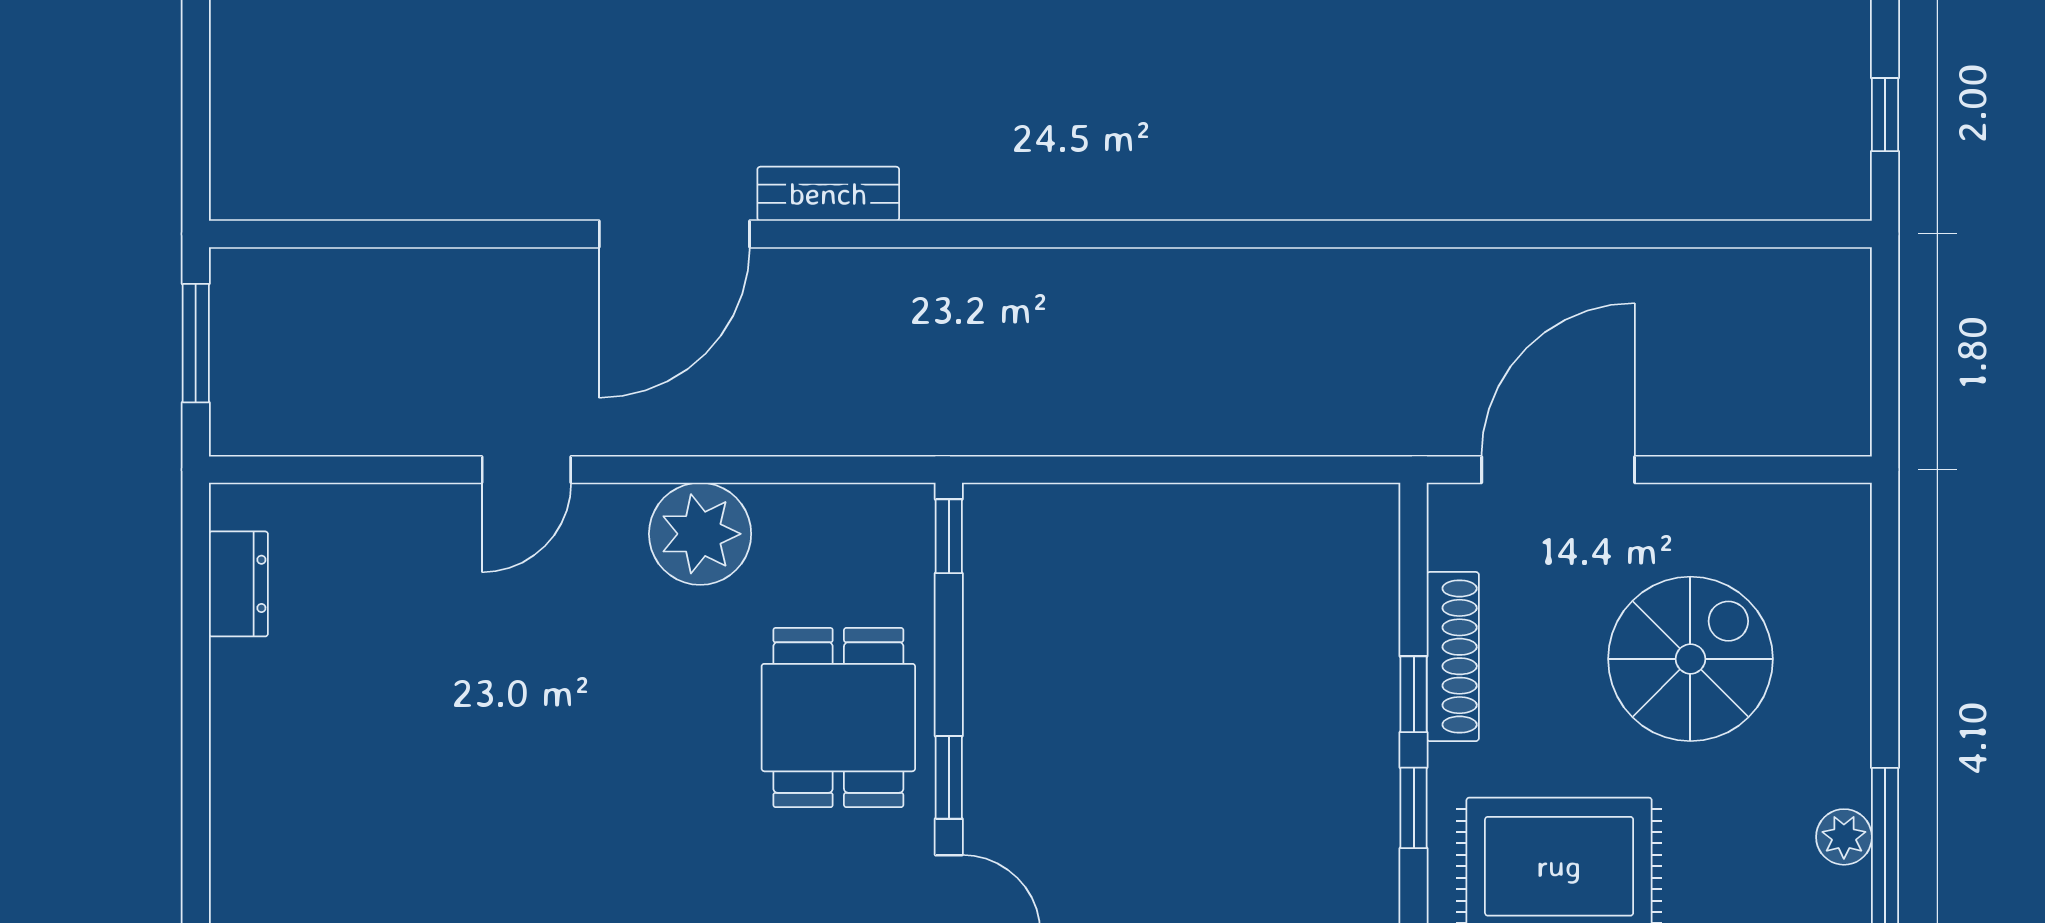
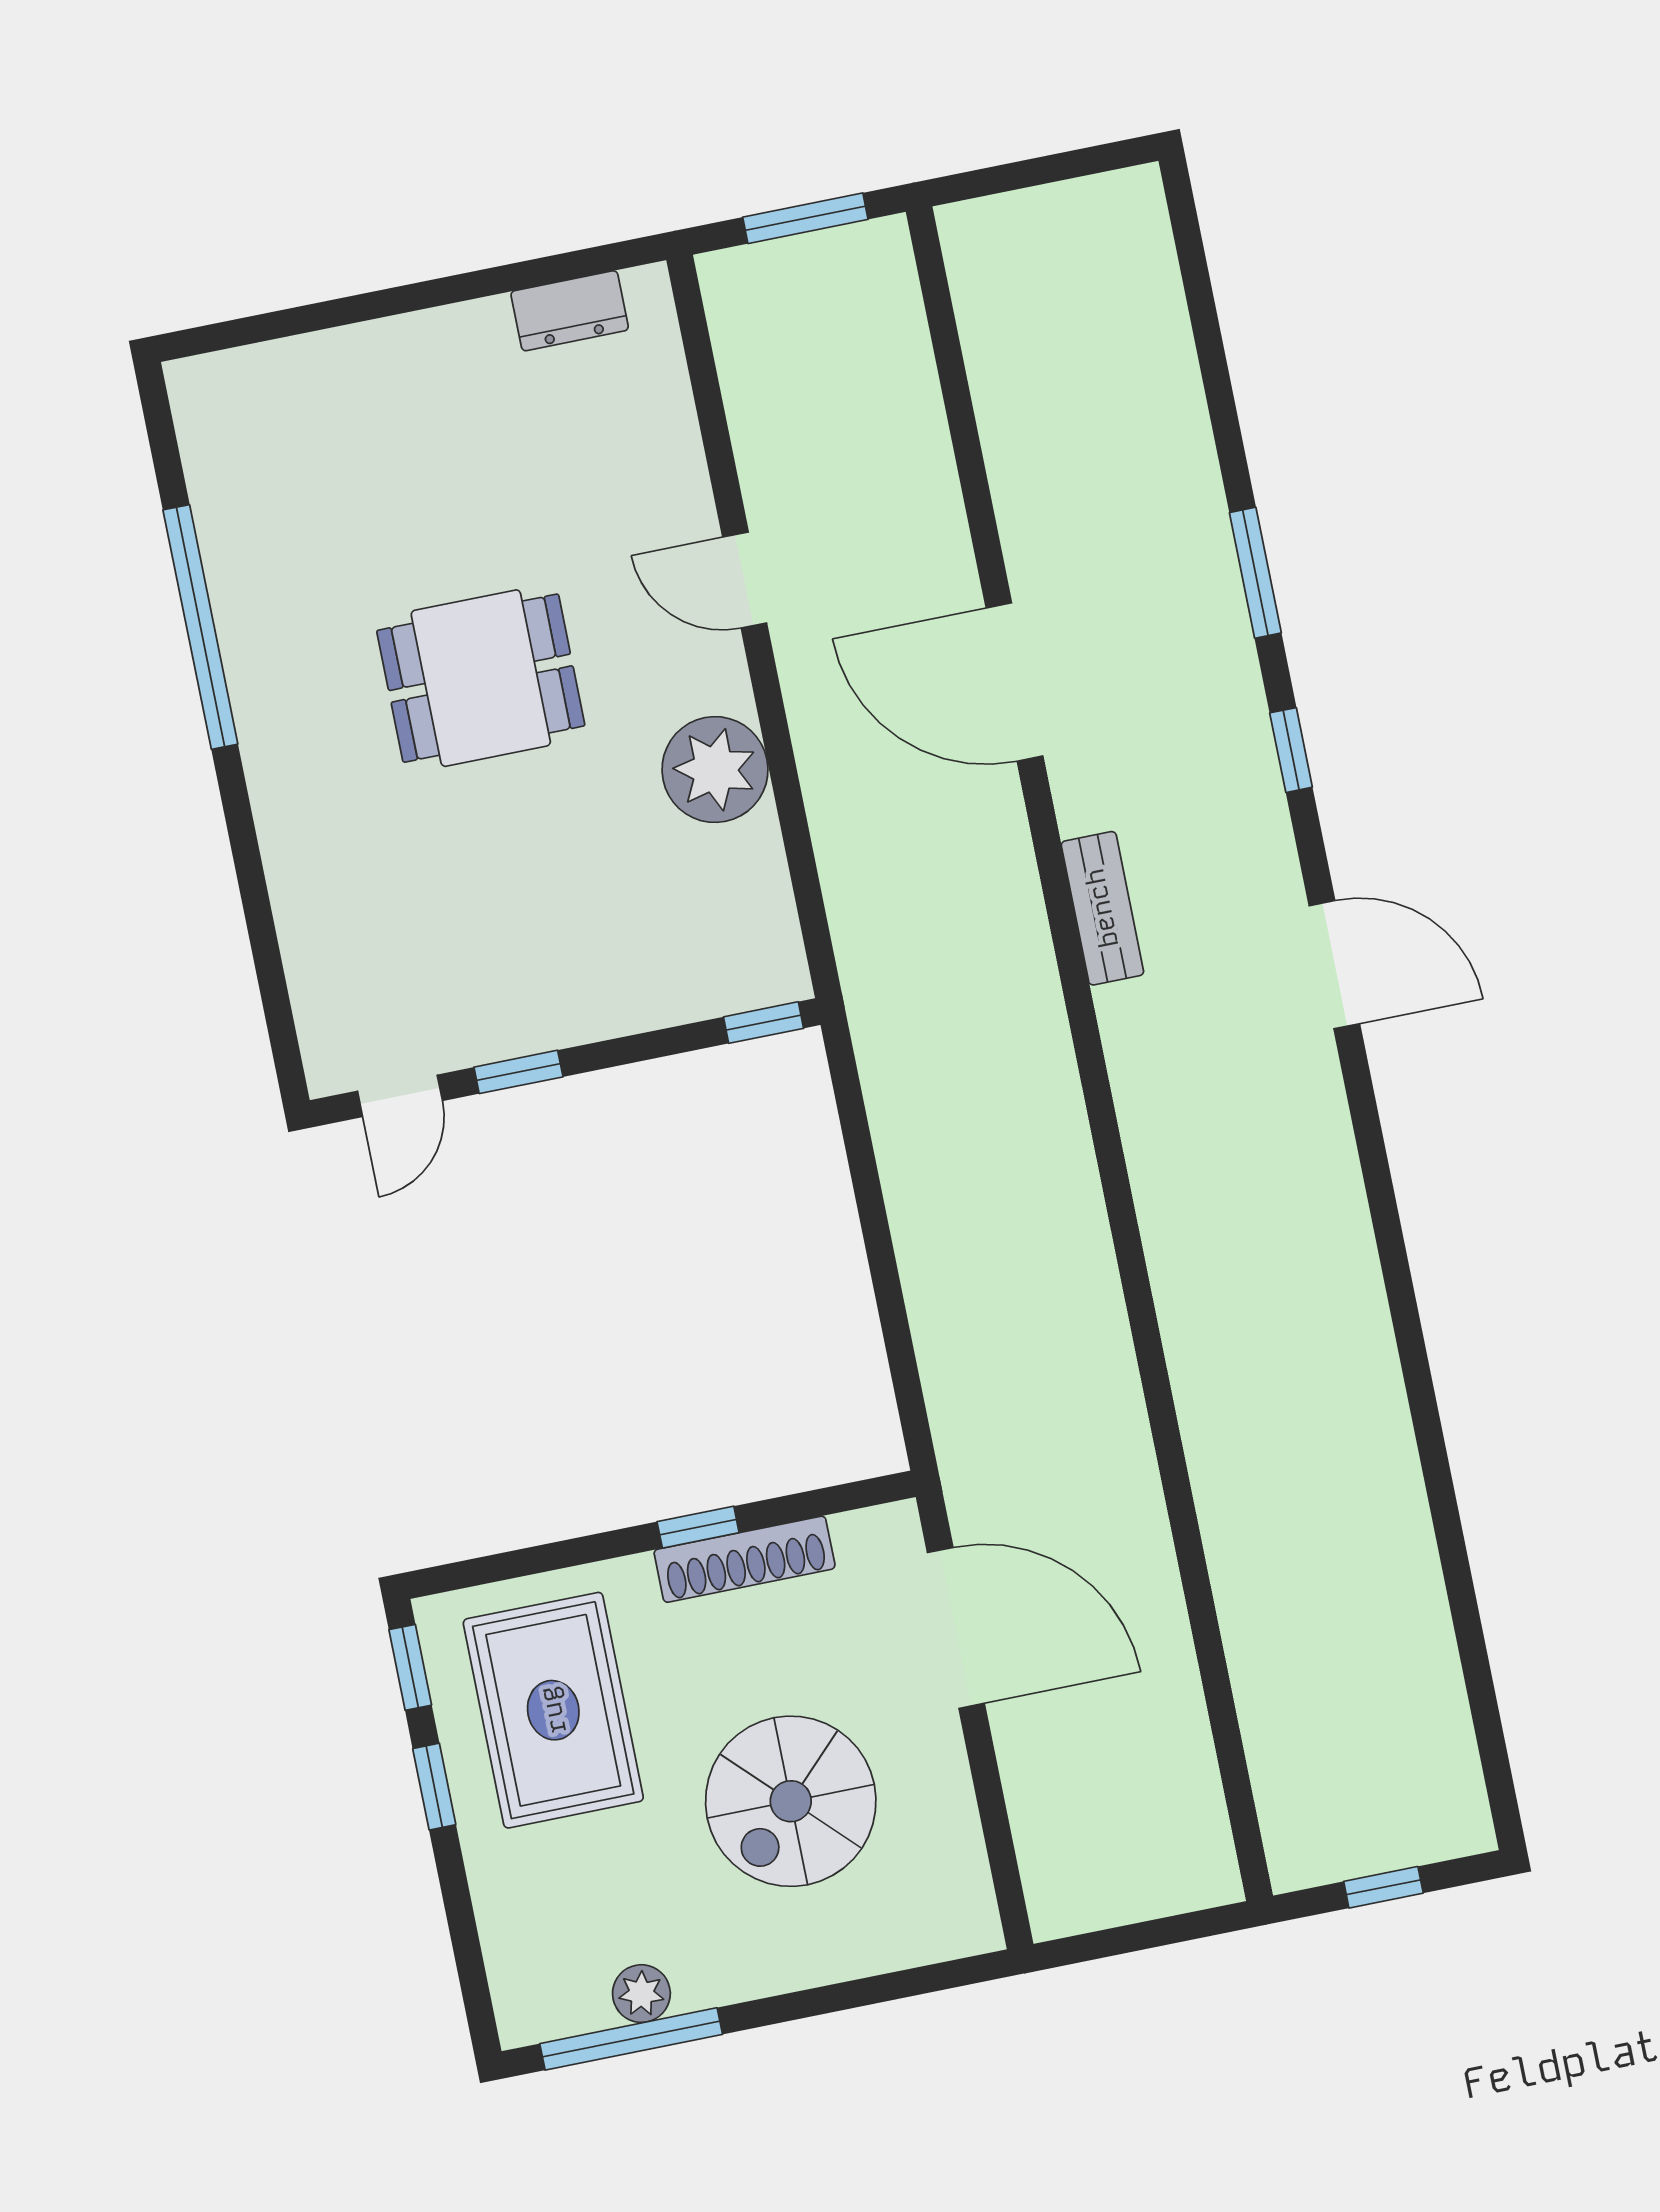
bench: (828, 194) -> (1102, 908), moved
spiral stairs: (1690, 659) -> (791, 1801), turned 90
dining table: (838, 718) -> (481, 678), moved
window: (1414, 808) -> (583, 1550), removed

